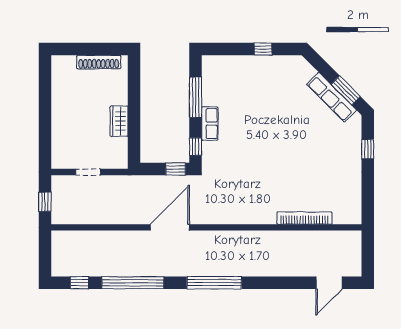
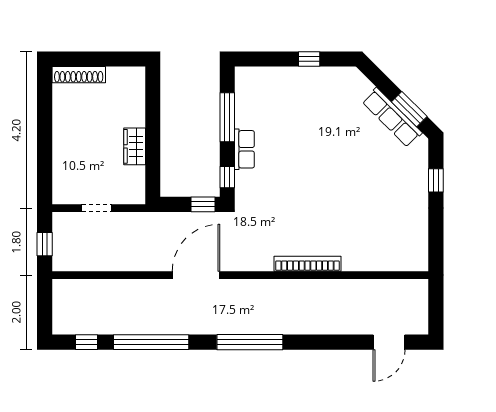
shoe rack: (99, 62) -> (79, 75), moved
bookcase: (304, 218) -> (308, 264), moved

